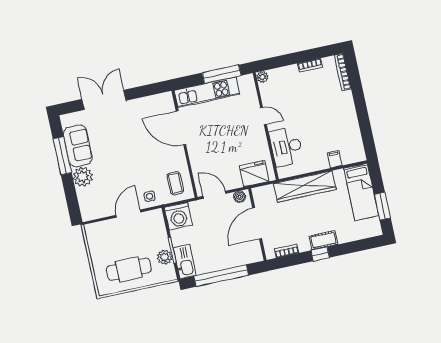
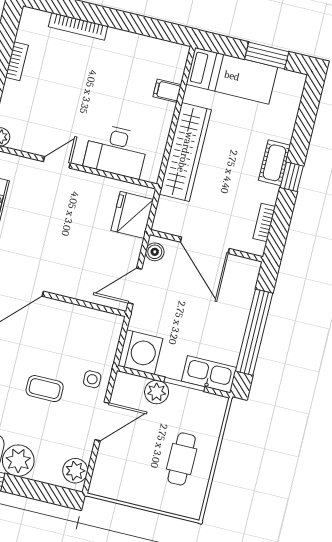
bookcase: (343, 72) -> (78, 26), moved
coffee table: (175, 183) -> (45, 389), moved
plant: (93, 212) -> (75, 471), added
door: (128, 214) -> (102, 421), swing flipped
plant: (165, 257) -> (157, 392), moved
cafe table: (129, 269) -> (182, 459), width x0.73, depth x0.74

